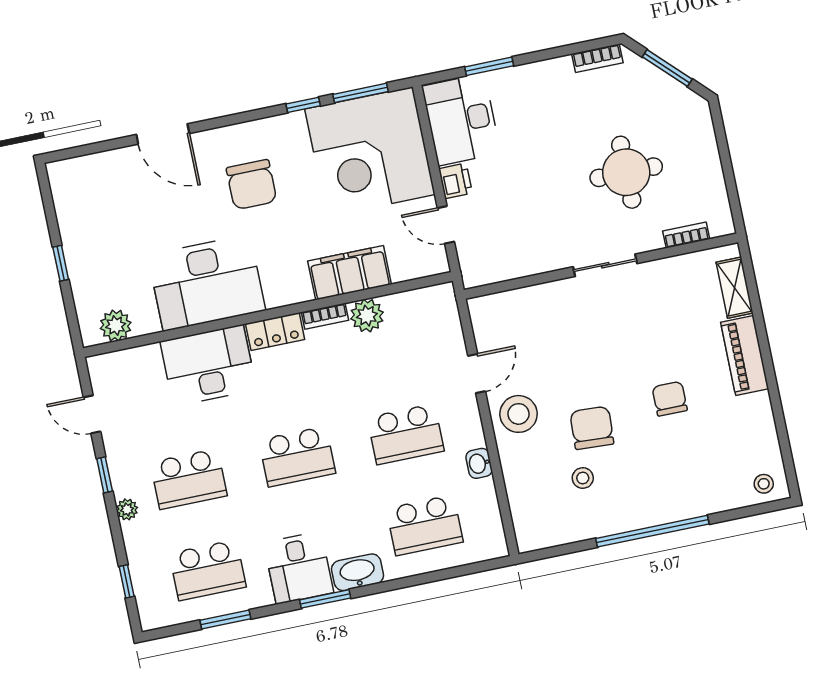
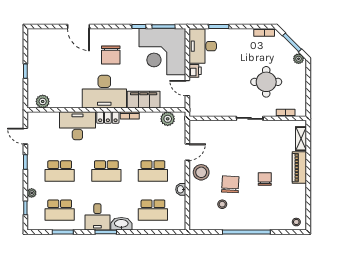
plant: (690, 103) -> (299, 59), added
desk: (207, 283) -> (104, 92), moved
plant: (367, 316) -> (168, 119), moved
plant: (127, 509) -> (32, 193), moved

